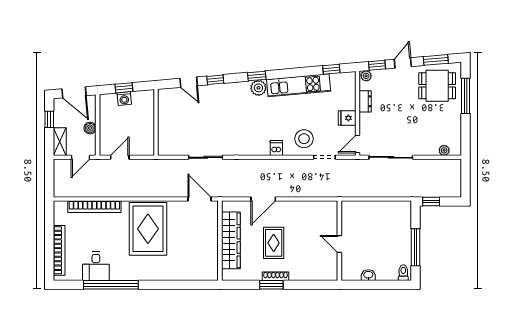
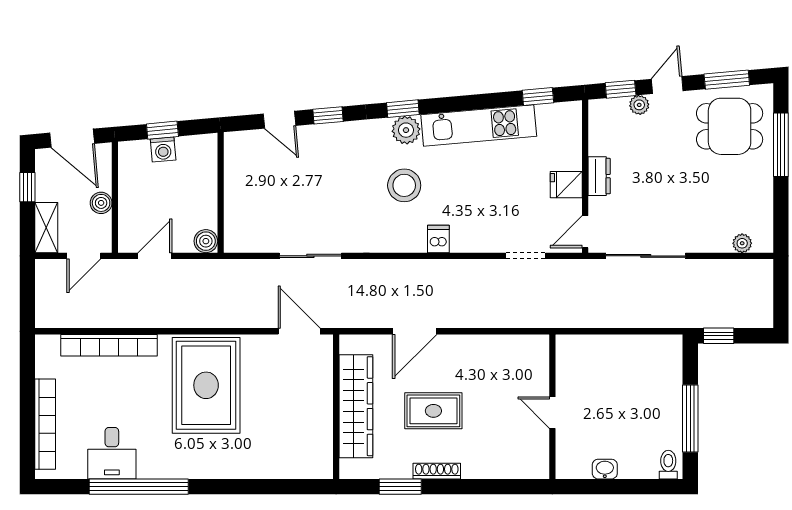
plant: (366, 76) -> (639, 105), moved
dresser: (365, 101) -> (599, 176), moved
stool: (304, 139) -> (404, 185), moved
boiler: (148, 149) -> (206, 241), added
rug: (274, 243) -> (433, 411), turned 90
window: (271, 285) -> (400, 487), moved

